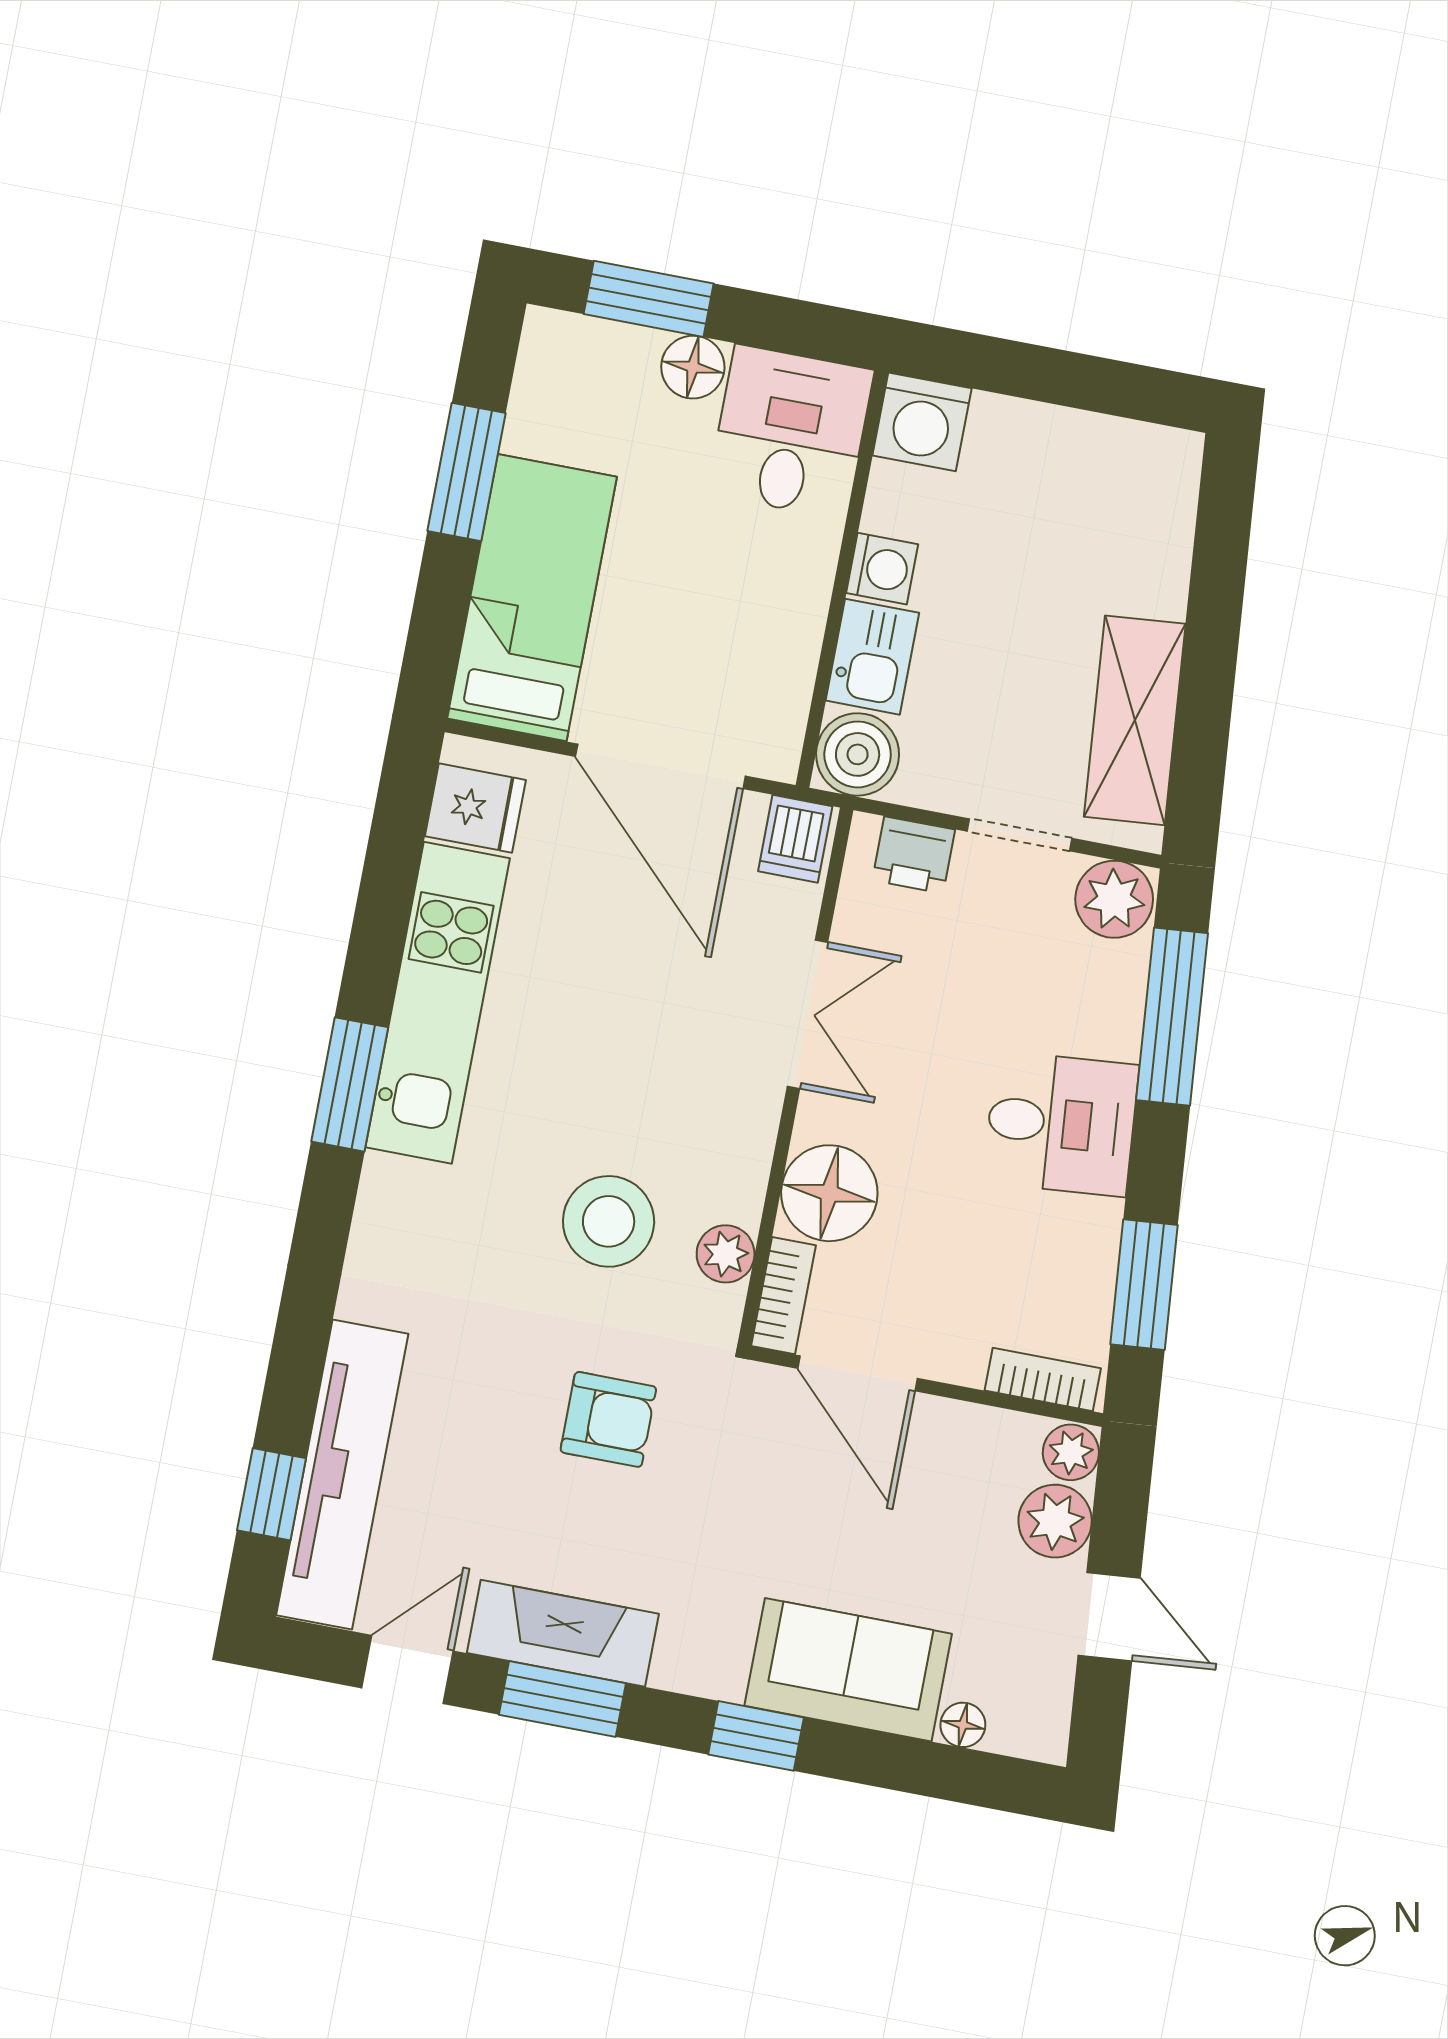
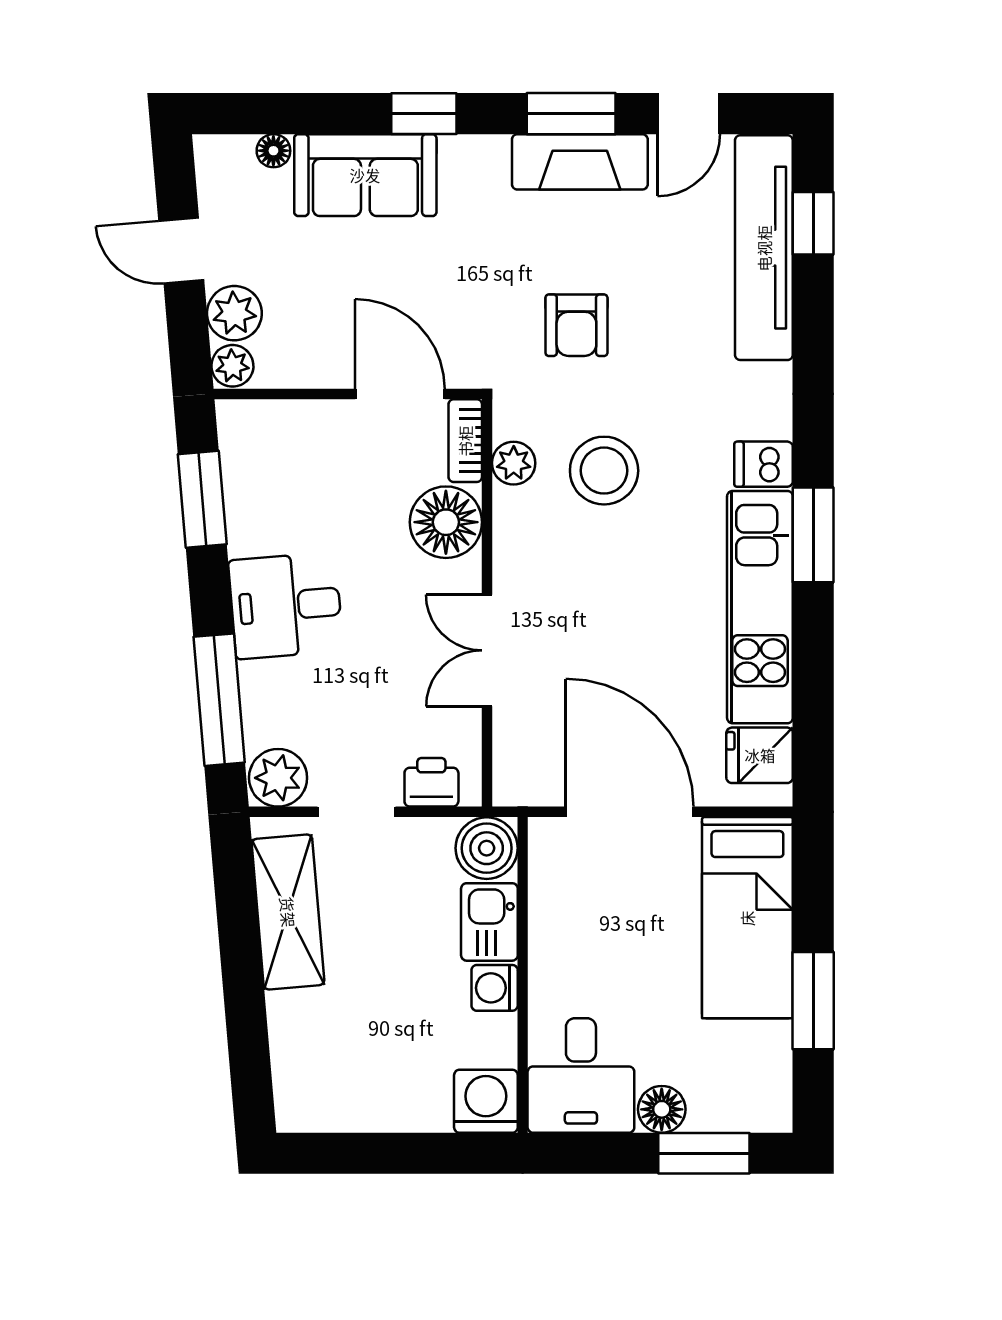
dishwasher: (795, 839) -> (764, 464), moved, turned -90
bookcase: (1043, 1379) -> (263, 415), removed
armchair: (608, 1419) -> (576, 325), turned -90

